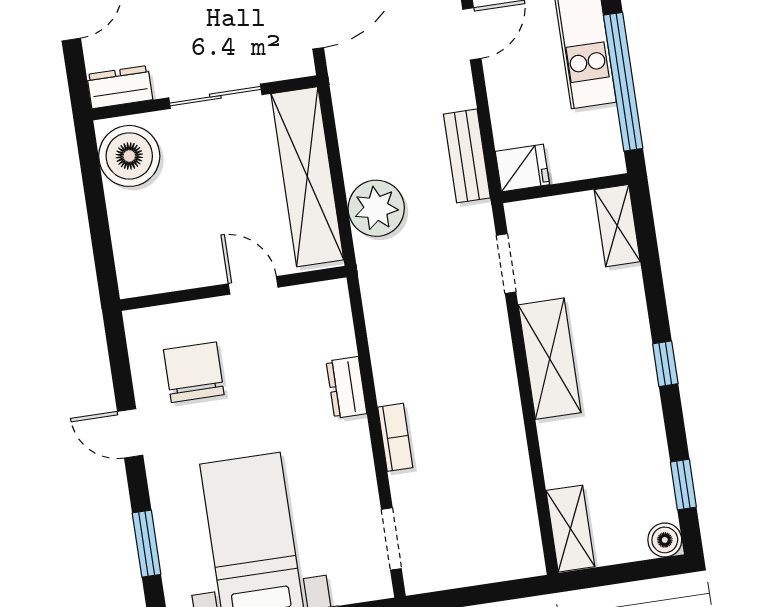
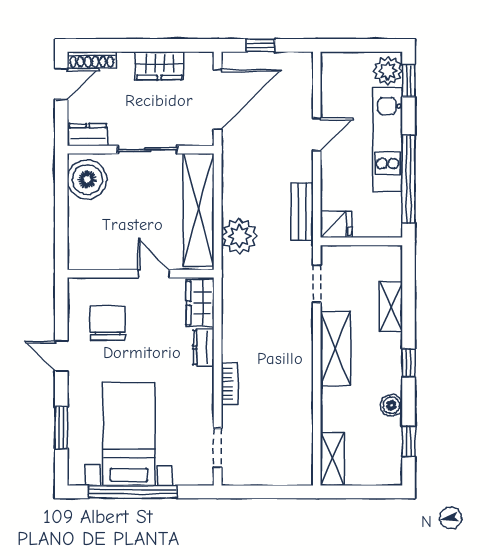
shelving: (617, 226) -> (391, 307), moved
wardrobe: (331, 320) -> (200, 303), added
boiler: (665, 540) -> (391, 405), moved

